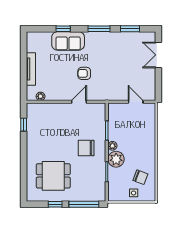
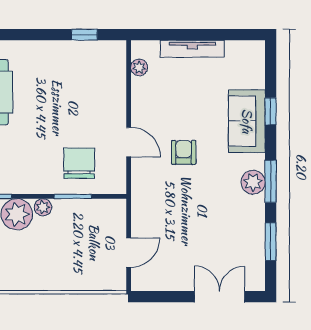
plant: (100, 38) -> (253, 182), added
chair: (86, 148) -> (79, 163), moved

